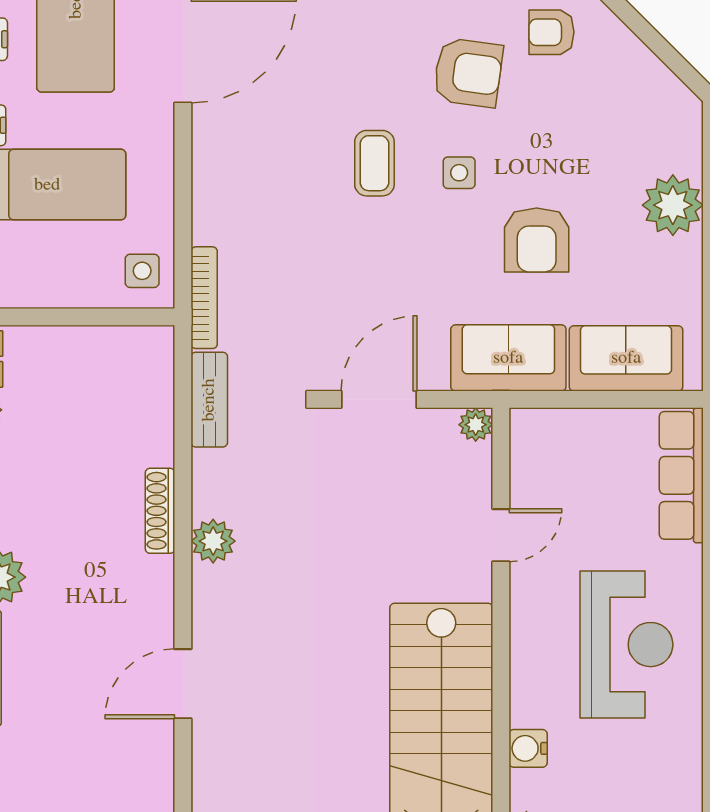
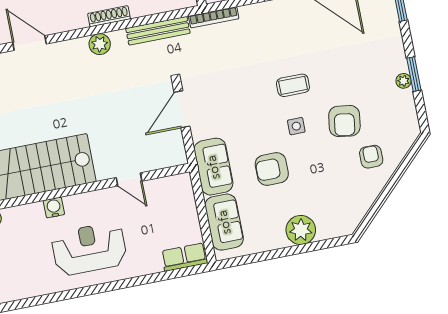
door: (379, 399) -> (182, 109), swing flipped
bench: (209, 400) -> (158, 31), width x1.36
plant: (476, 425) -> (179, 157), removed
row of seats: (681, 475) -> (184, 257), width x0.68
reception desk: (626, 645) -> (89, 249), turned 180
water cooler: (528, 748) -> (54, 207), moved

